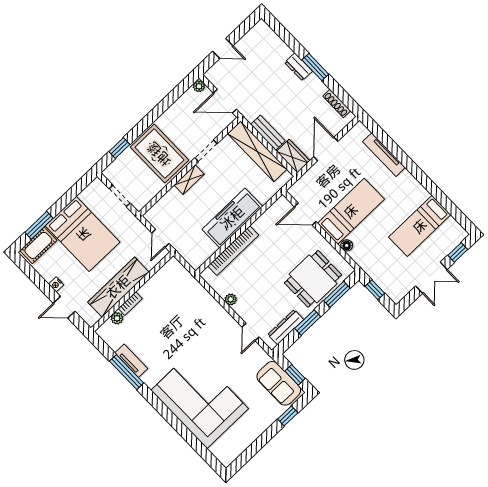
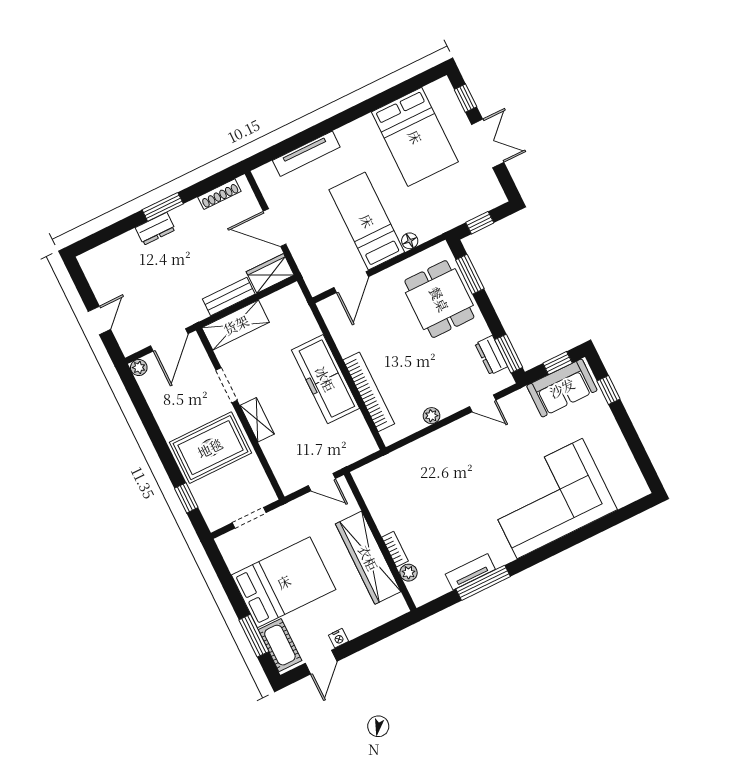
shelving: (257, 151) -> (236, 325), width x0.68
bed: (420, 226) -> (415, 137), width x1.50
door: (64, 307) -> (321, 662), moved
window: (308, 323) -> (509, 354), moved
dresser: (286, 327) -> (491, 355), width x0.70

